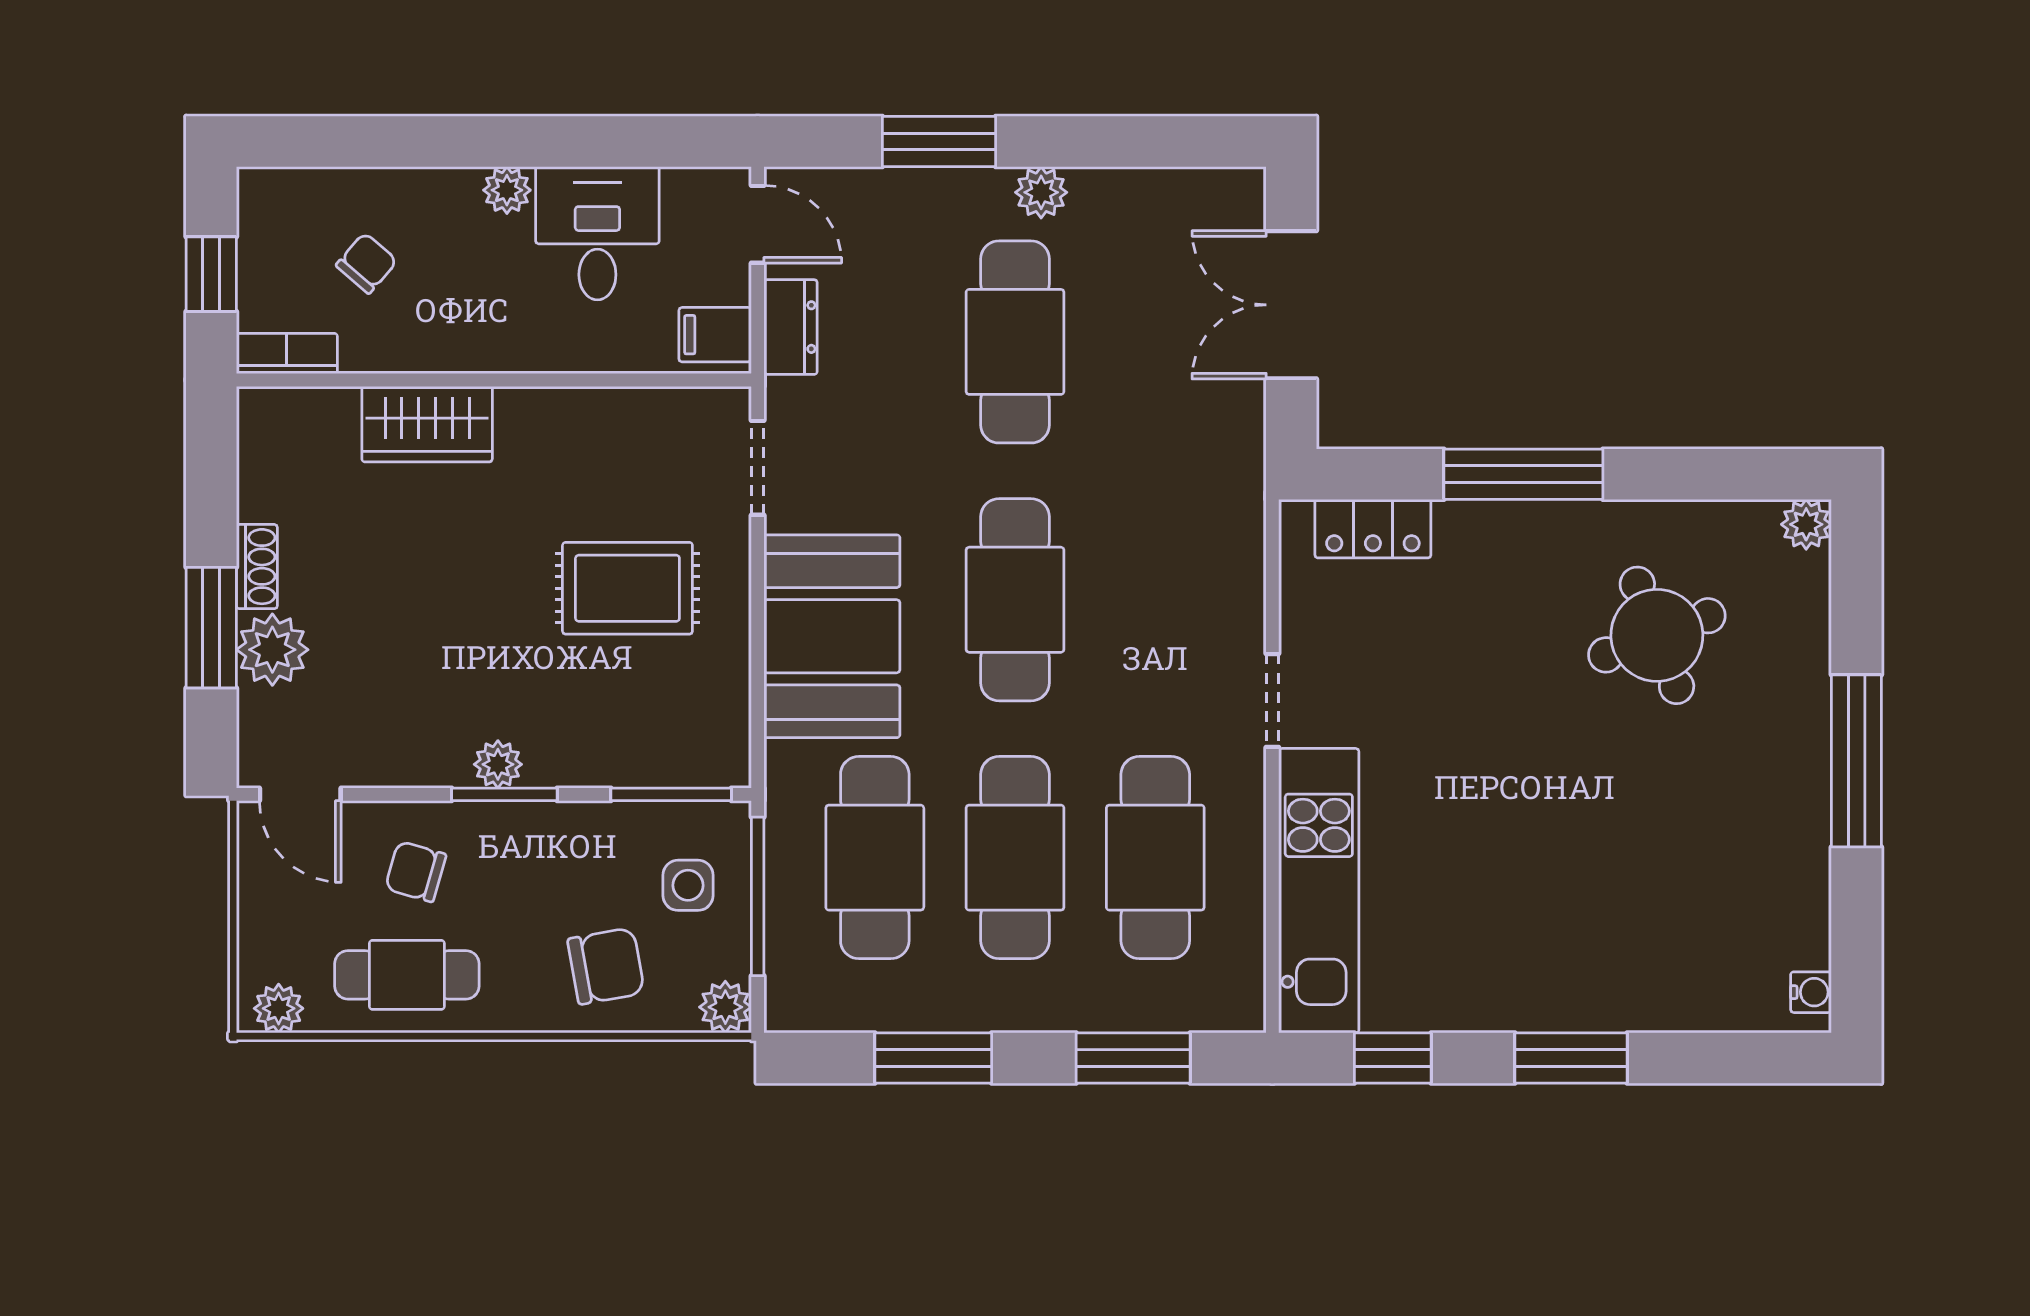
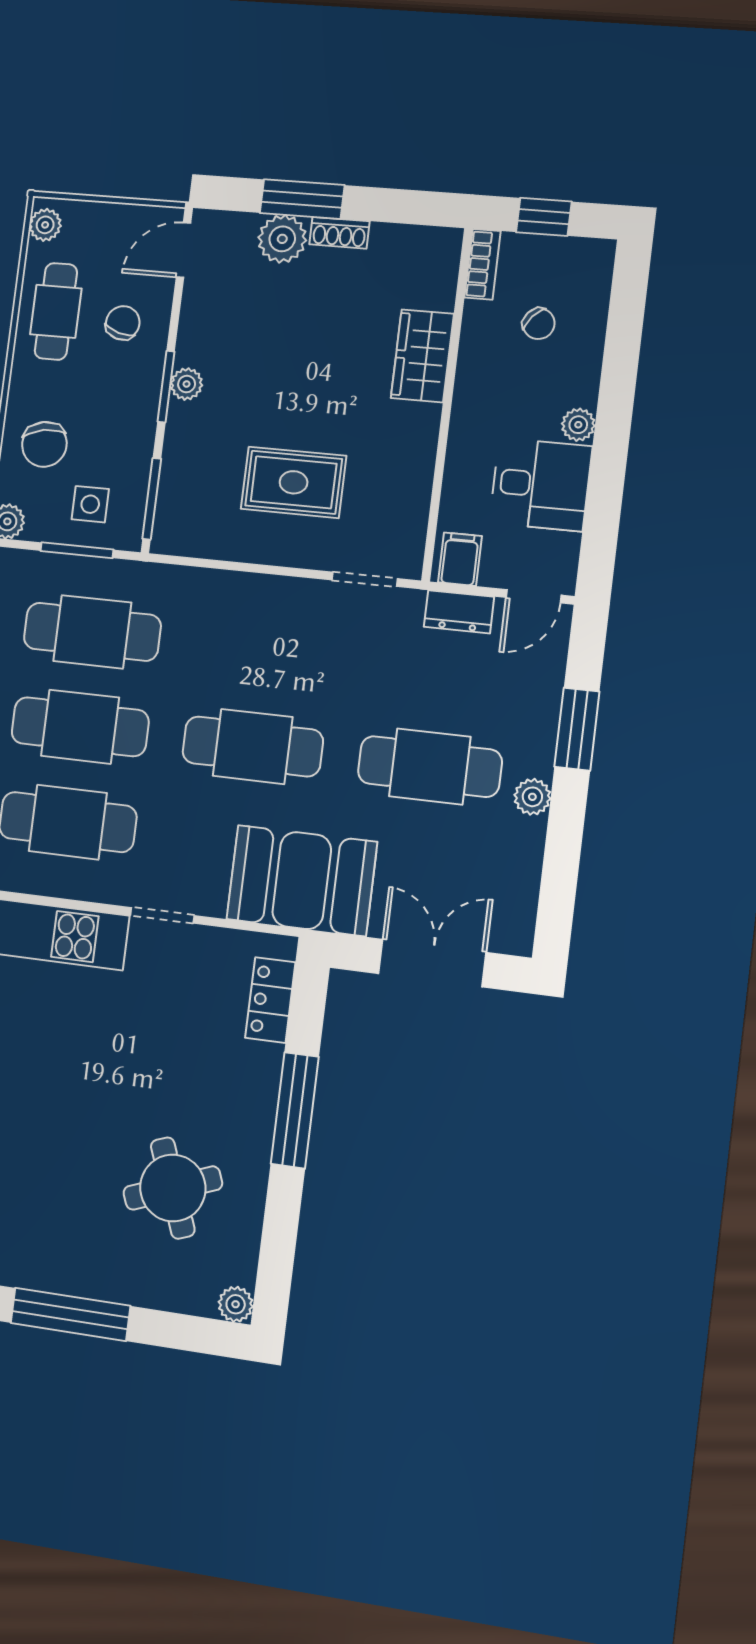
rug: (627, 588) -> (294, 482), turned 90
booth: (832, 636) -> (302, 881), moved
window: (758, 896) -> (77, 550), width x0.69

